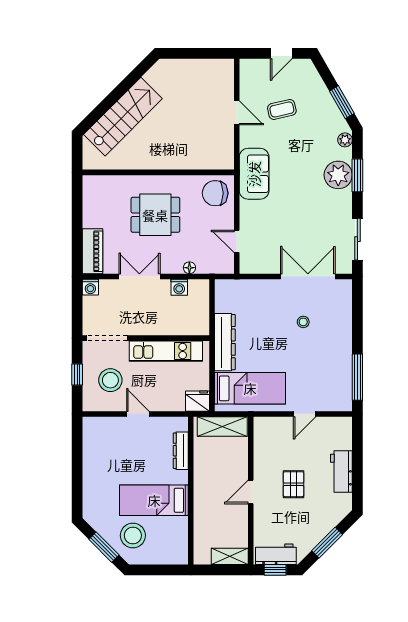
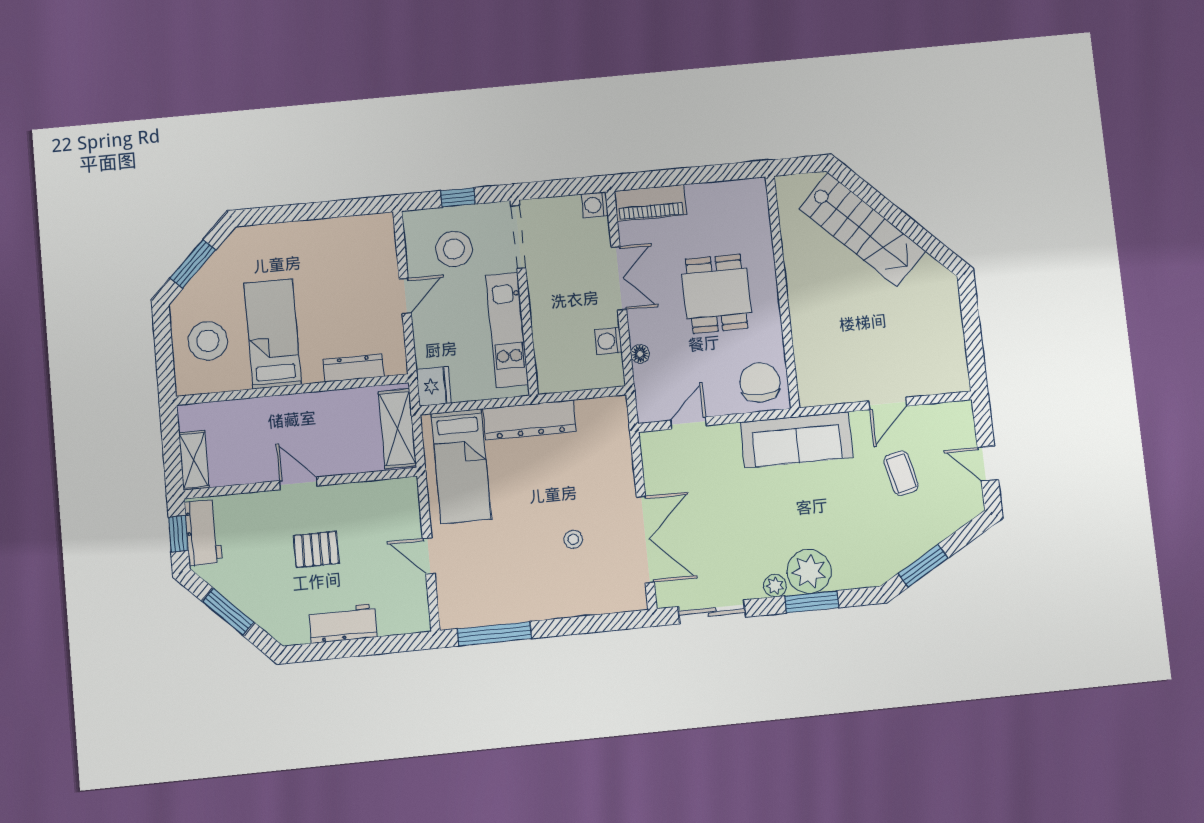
plant: (345, 140) -> (775, 586), moved
sofa: (254, 174) -> (797, 440), width x1.36
stool: (133, 535) -> (208, 341), moved

